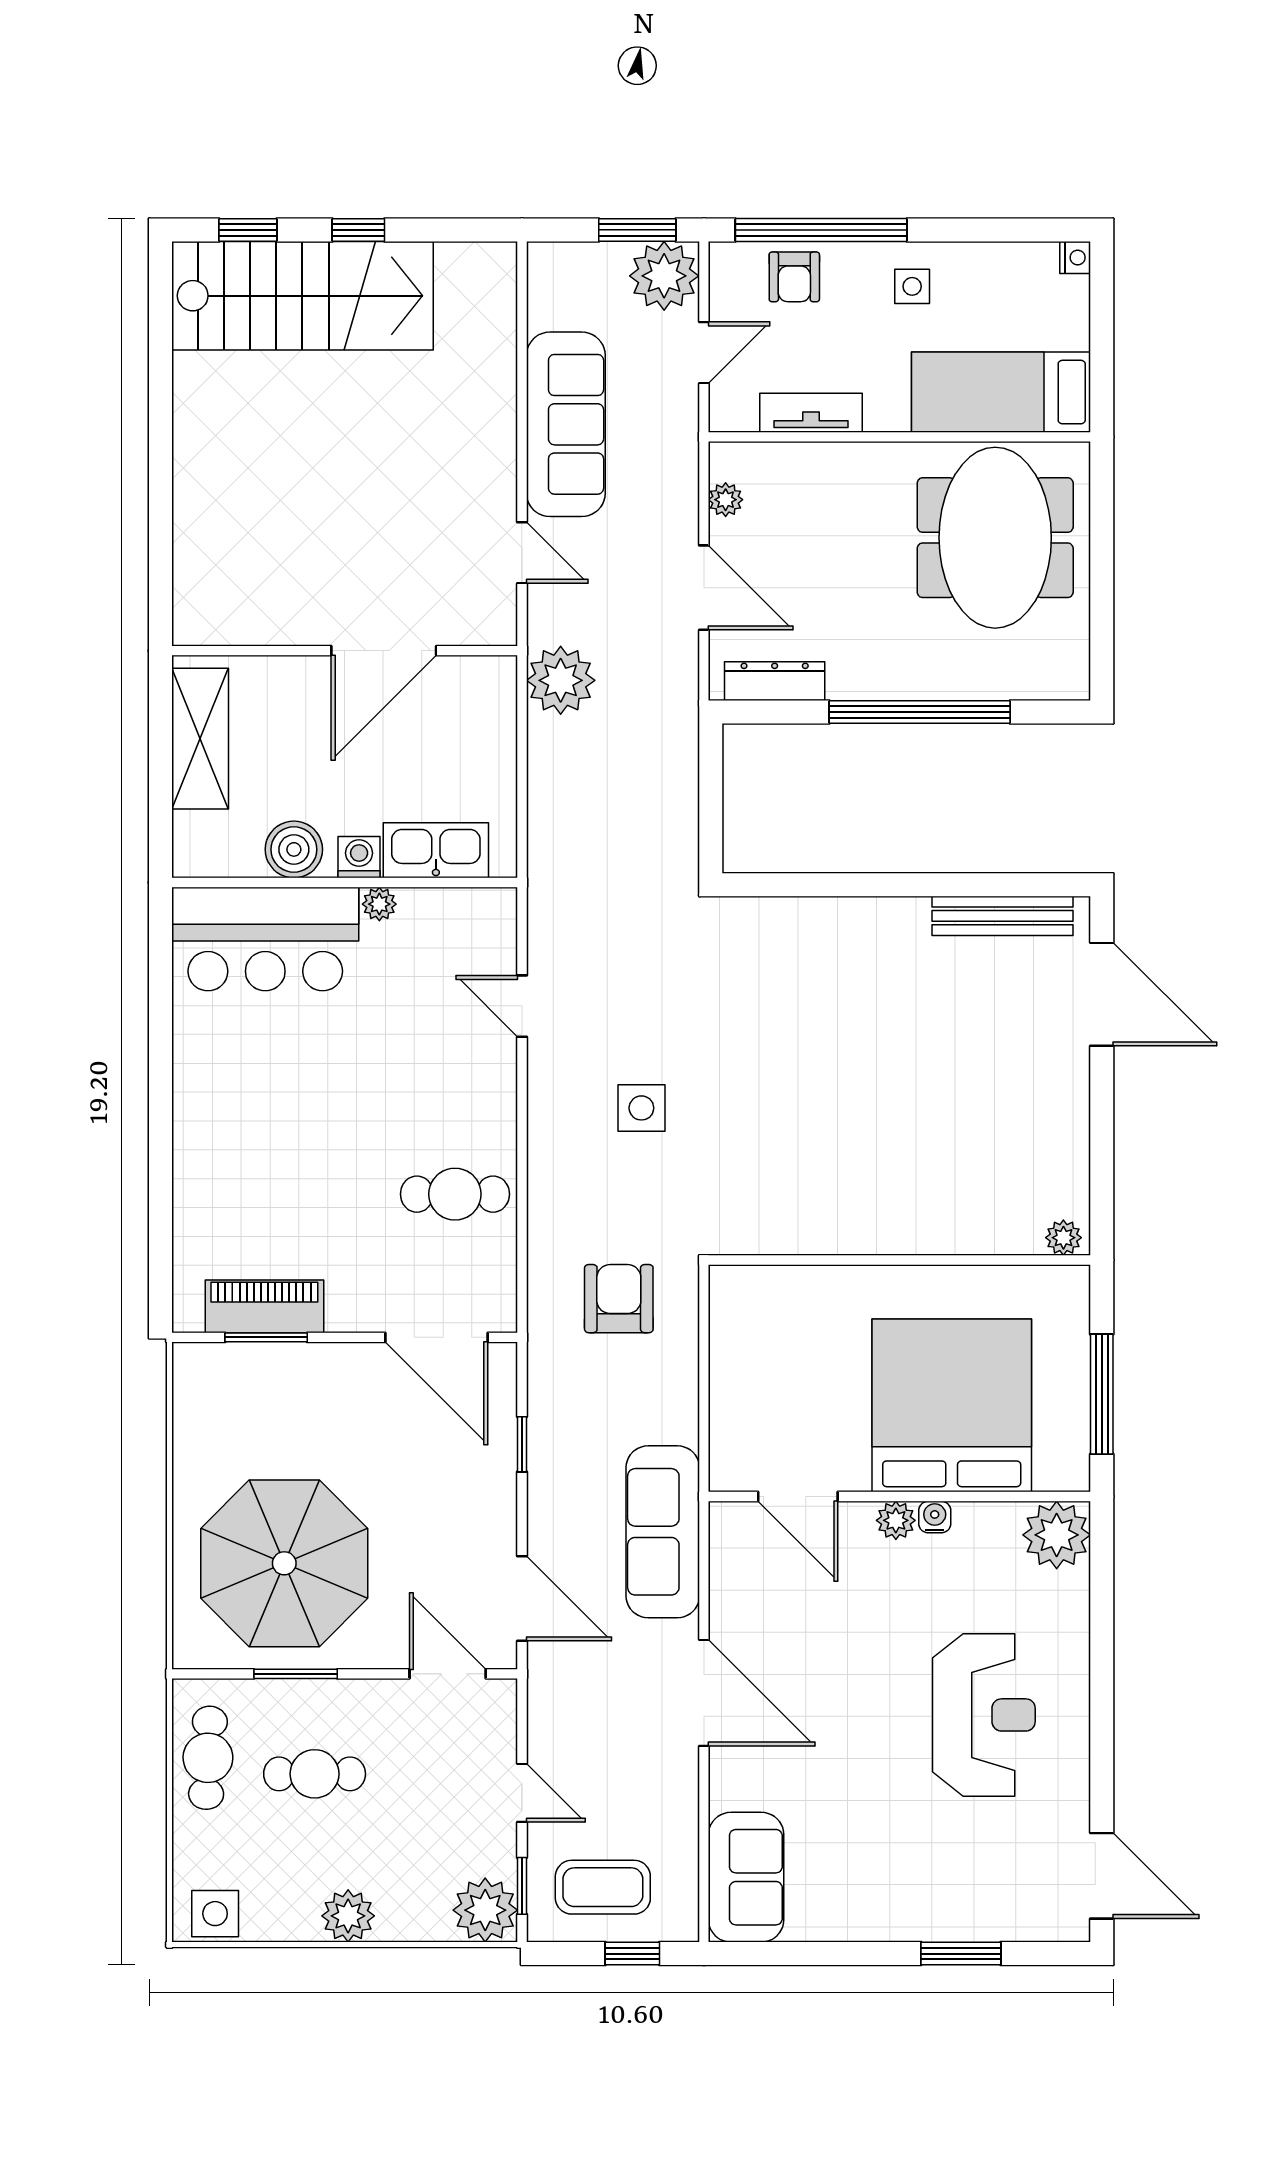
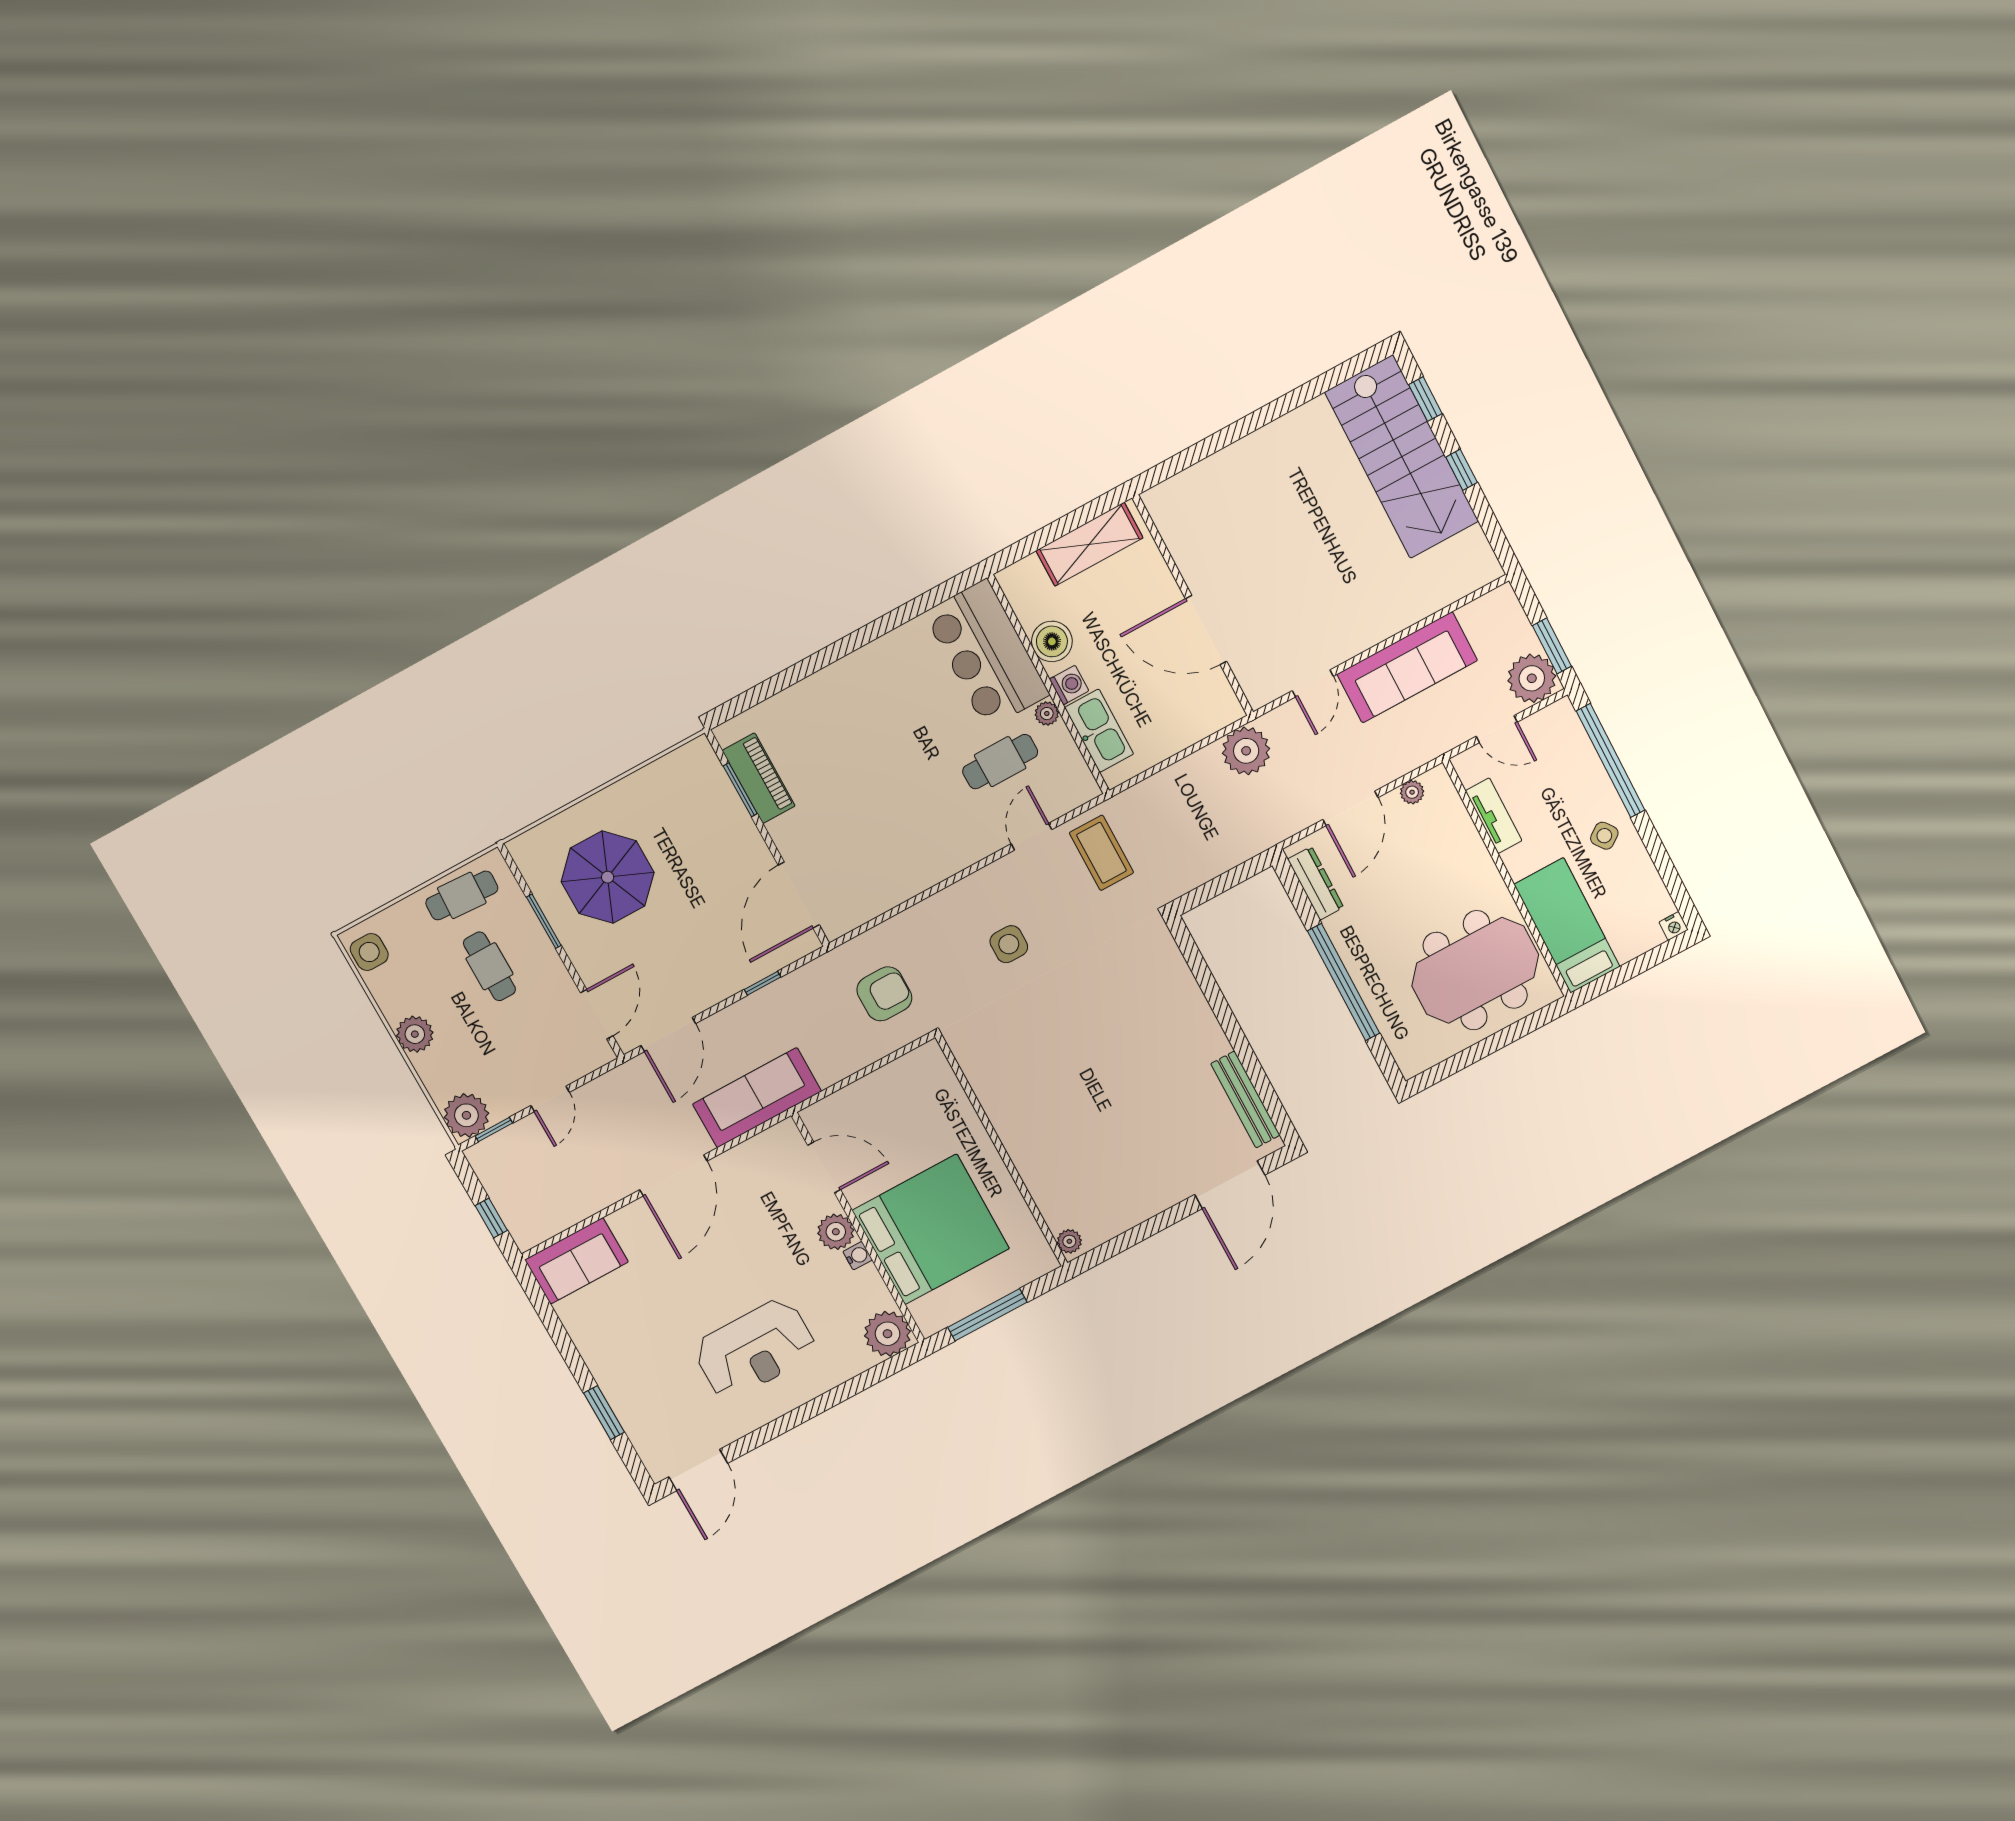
armchair: (794, 277) -> (1573, 760), removed
side table: (912, 286) -> (1604, 836), turned -37
cafe table: (455, 1194) -> (1000, 762), moved, turned 90
door: (798, 1497) -> (824, 1167), swing flipped
plant: (896, 1520) -> (836, 1232), width x1.38, depth x1.38
parasol: (284, 1563) -> (608, 877), width x0.73, depth x0.73
coffee table: (603, 1887) -> (1101, 853), moved

